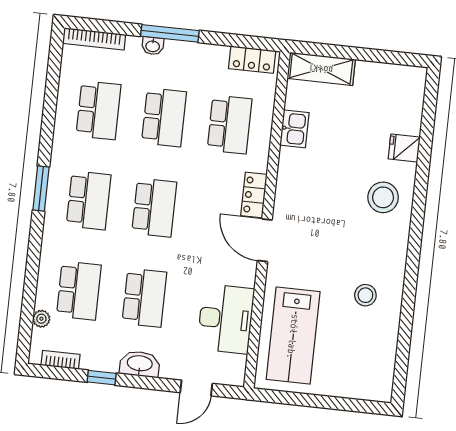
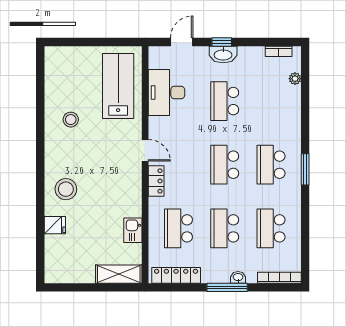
locker: (252, 60) -> (176, 275), width x1.53
door: (265, 240) -> (145, 150), width x0.73
school desk: (79, 291) -> (271, 101), removed
window: (102, 378) -> (222, 42), moved

